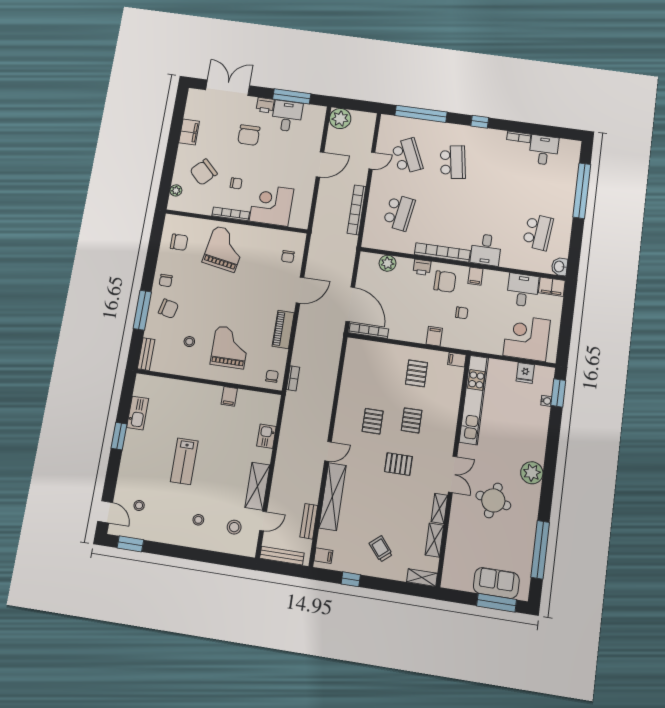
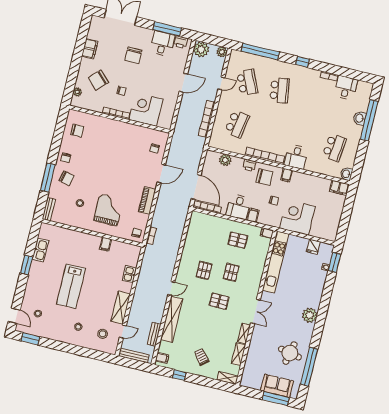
printer: (265, 105) -> (181, 42), moved
plant: (369, 119) -> (222, 52), added
washbasin: (568, 189) -> (360, 118), added
grand piano: (225, 249) -> (110, 139), removed
desk: (523, 290) -> (238, 207), moved, turned 180
corner desk: (527, 338) -> (297, 217), moved
pallet: (417, 373) -> (238, 240), turned 90
lab bench: (184, 461) -> (71, 286), width x1.36, depth x1.39
round table: (493, 500) -> (290, 353), moved

